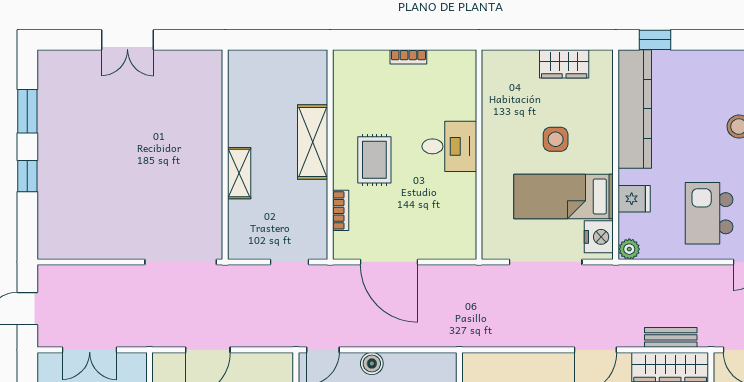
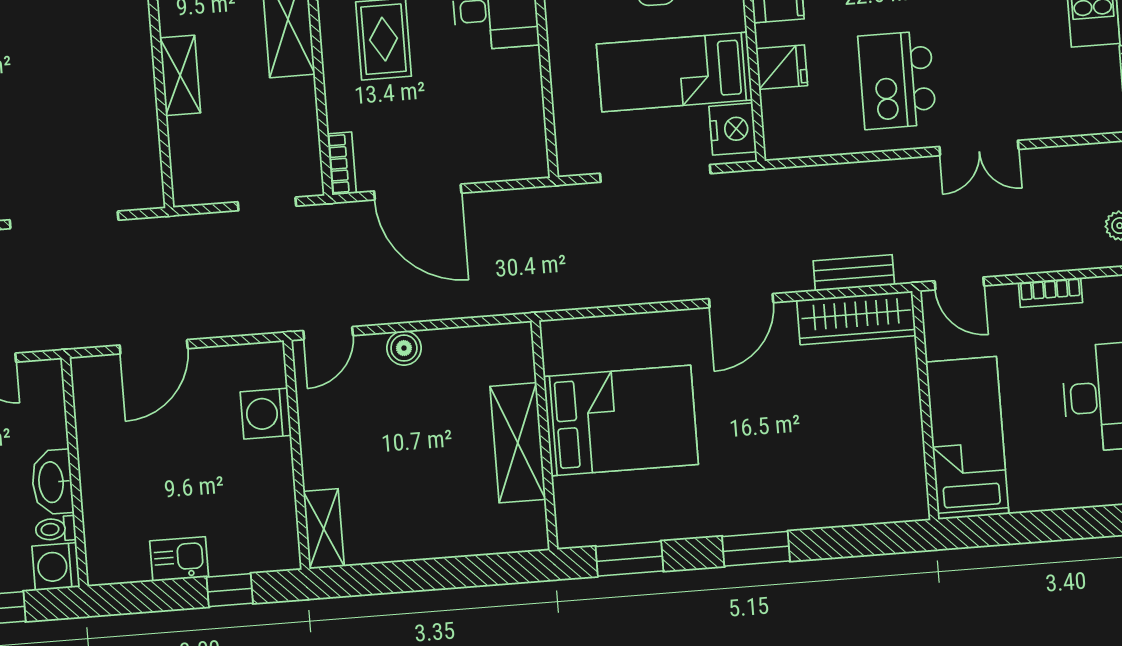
bookcase: (341, 210) -> (342, 164), moved
plant: (629, 249) -> (780, 144), removed
doorway: (181, 262) -> (64, 220), moved

